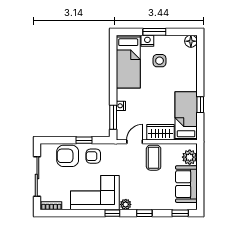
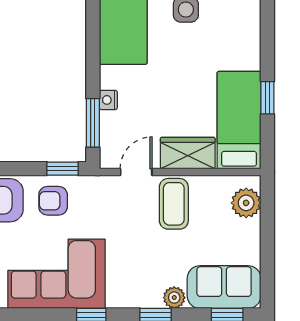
window: (84, 140) -> (63, 169), moved
sofa: (186, 184) -> (224, 287), moved, turned 90
plant: (126, 204) -> (174, 298), moved

